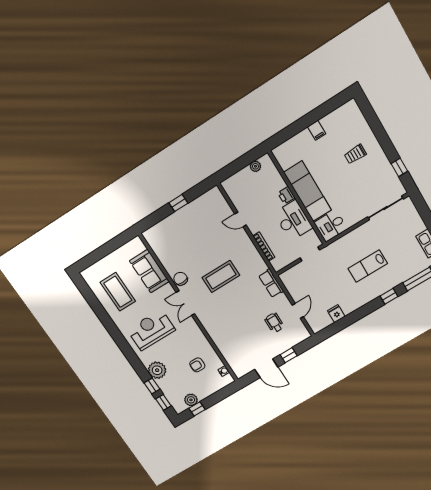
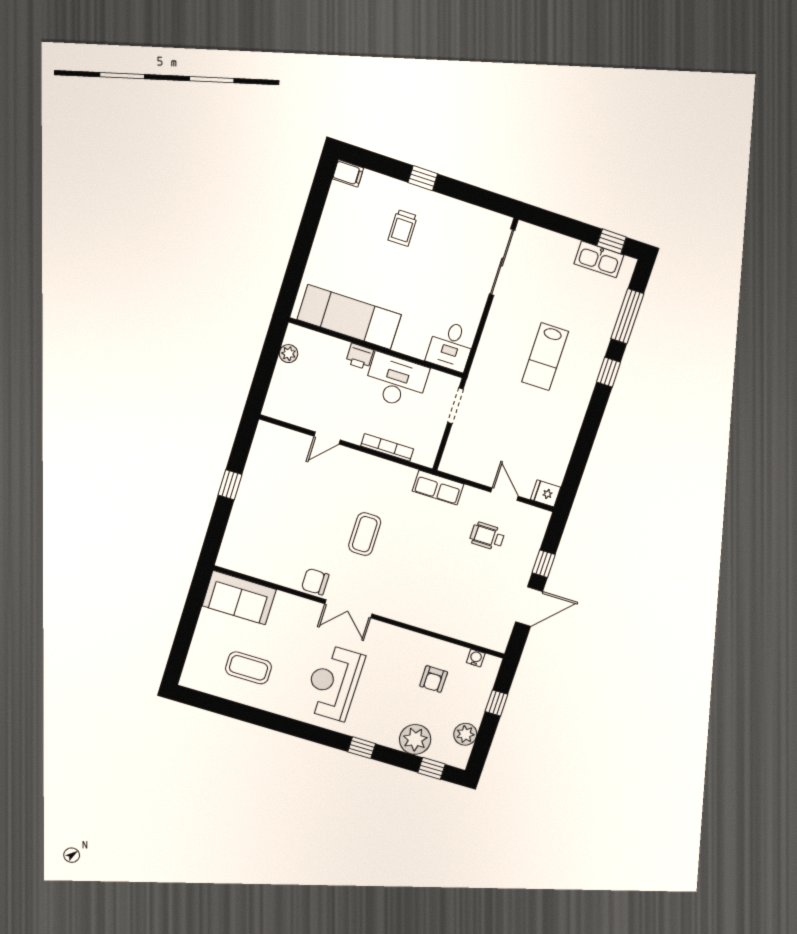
filing cabinet: (317, 130) -> (348, 173), moved
window: (399, 167) -> (423, 178), moved
exam couch: (308, 191) -> (349, 317), moved
sofa: (149, 271) -> (239, 598), moved
coffee table: (221, 276) -> (365, 534), width x0.73, depth x0.76
coffee table: (118, 292) -> (248, 668), width x0.73, depth x0.76
fridge: (336, 314) -> (546, 493), moved
plant: (157, 370) -> (415, 739), moved
window: (152, 386) -> (362, 748), moved
window: (197, 409) -> (496, 703), moved

